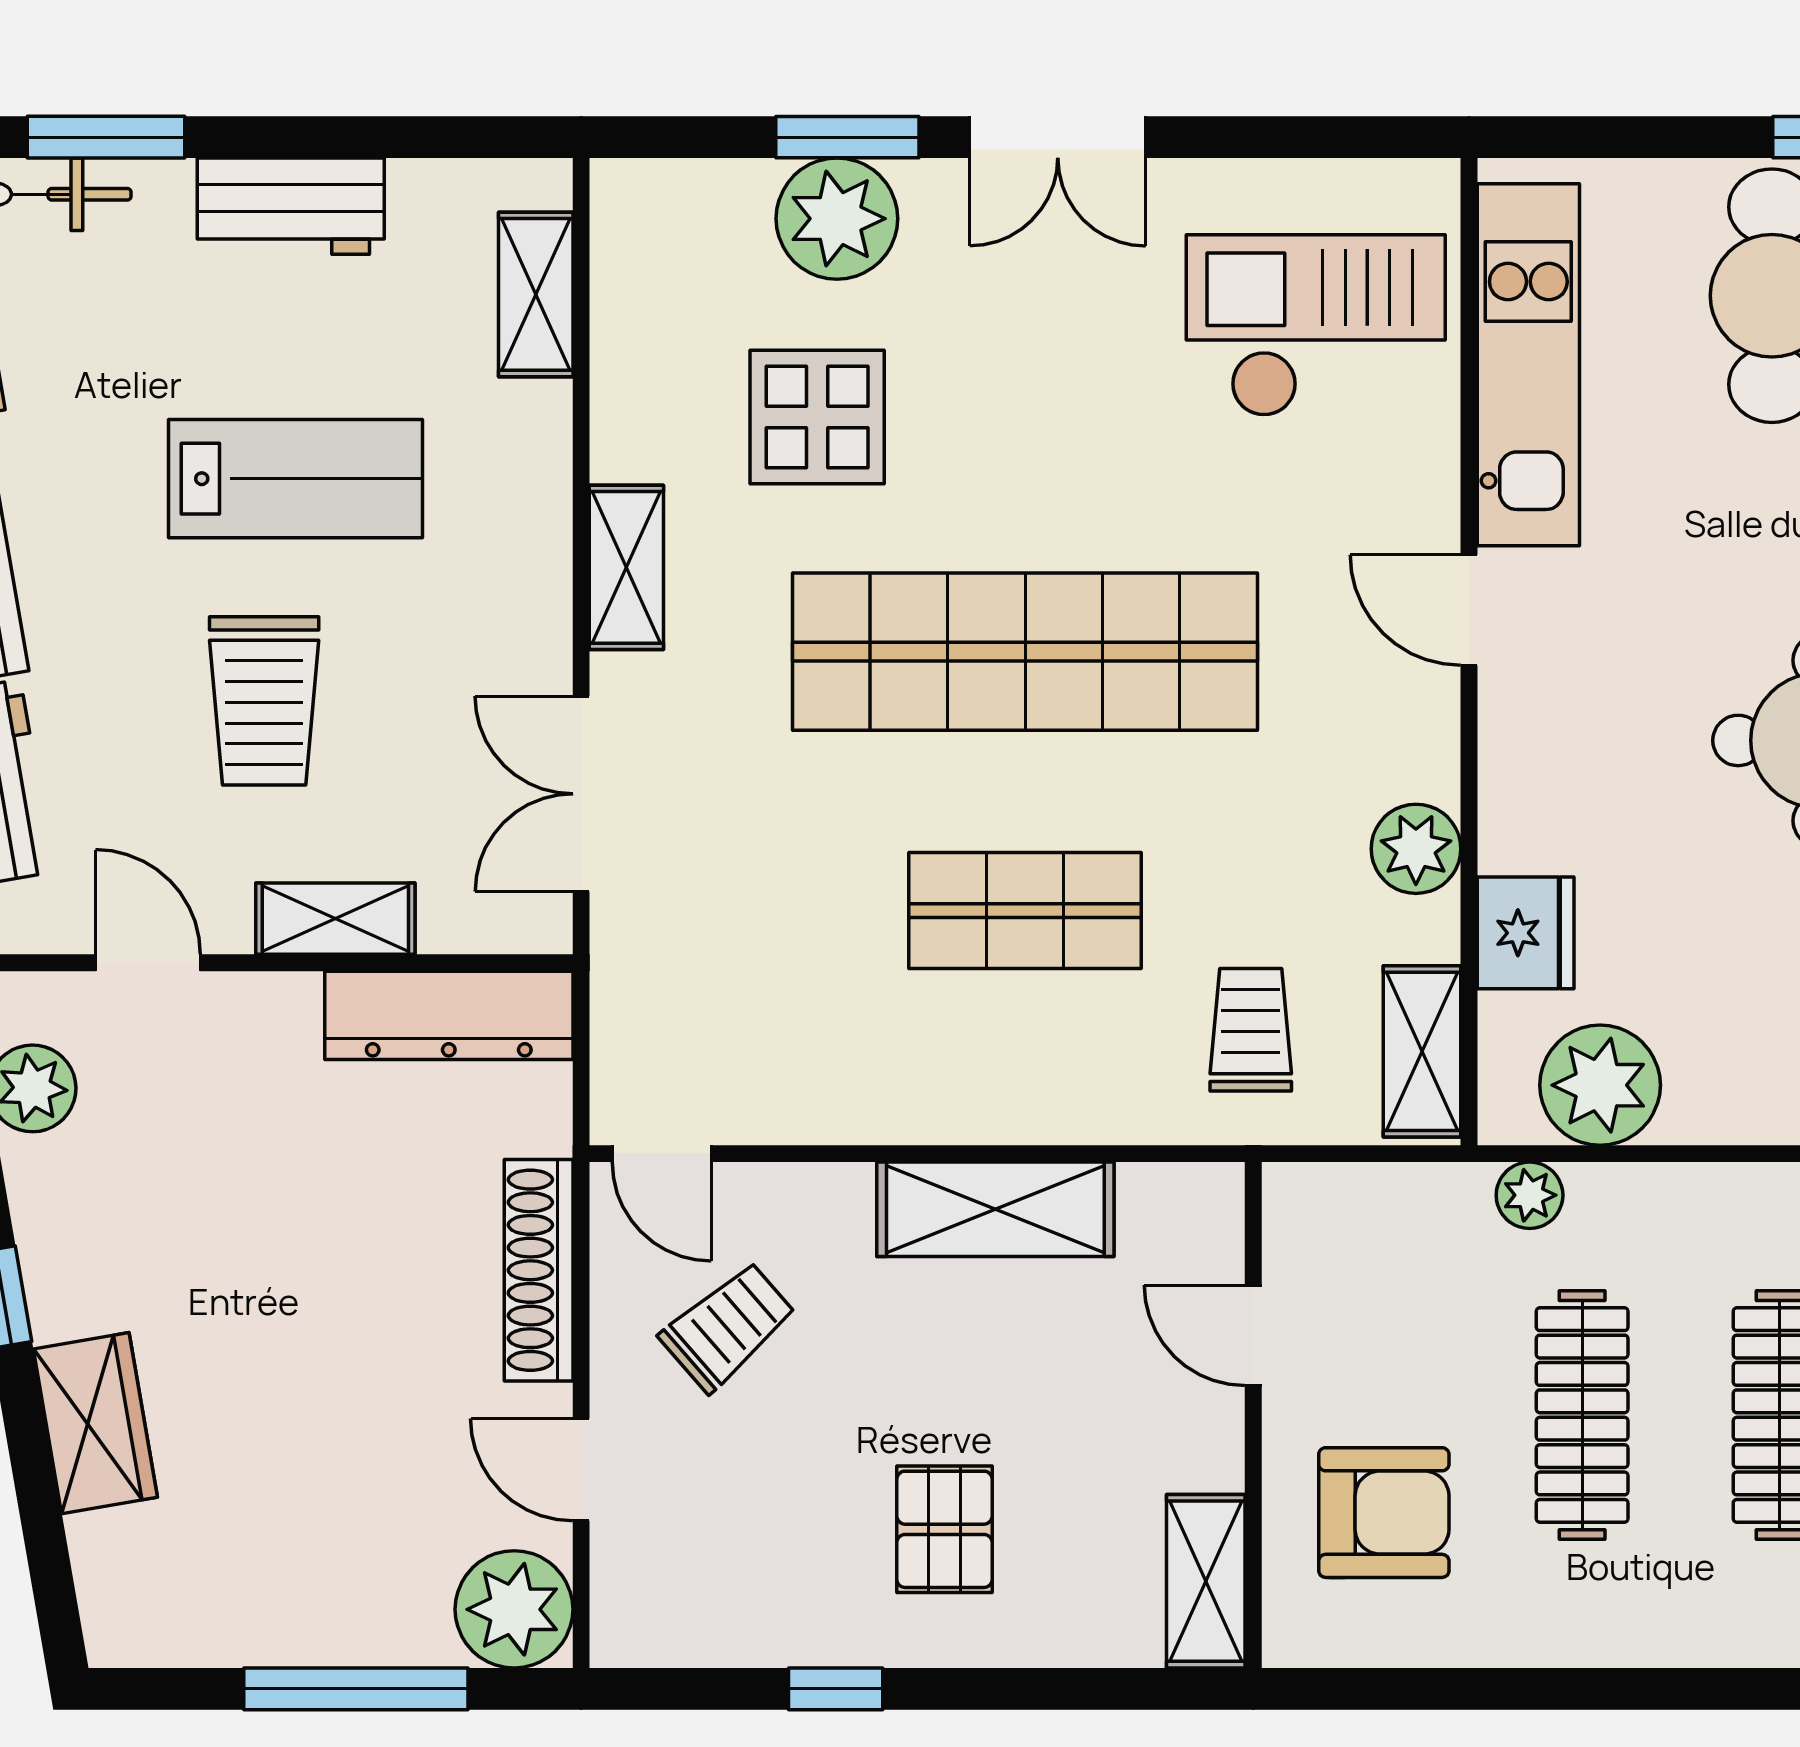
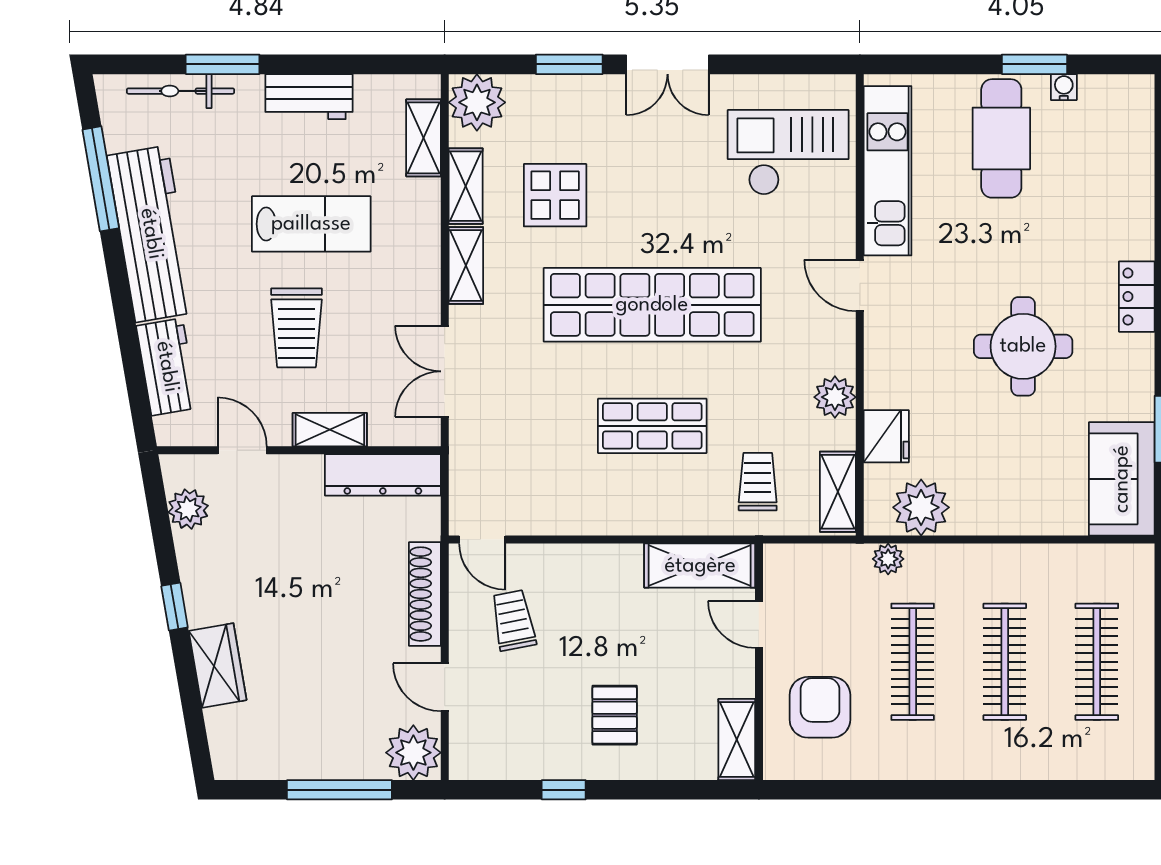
plant: (837, 219) -> (477, 102), moved
shelving: (626, 398) -> (466, 186), added
shelving: (995, 1209) -> (700, 566), moved
trolley: (728, 1327) -> (513, 620), turned -60
armchair: (1384, 1513) -> (820, 707), turned -90

